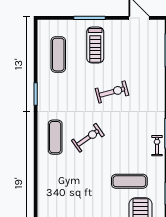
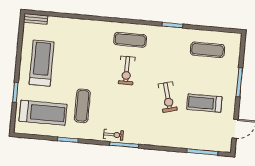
treadmill: (95, 45) -> (204, 103), moved
exercise bike: (88, 138) -> (127, 70), turned 35

